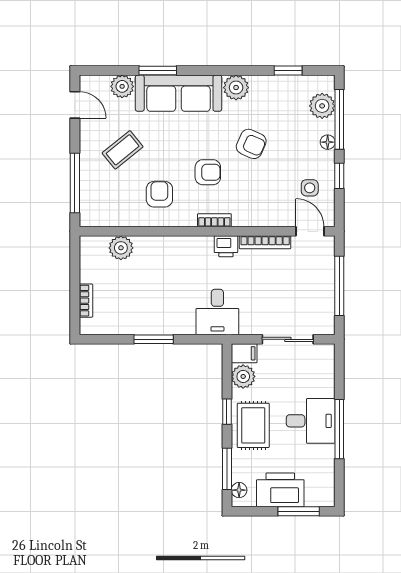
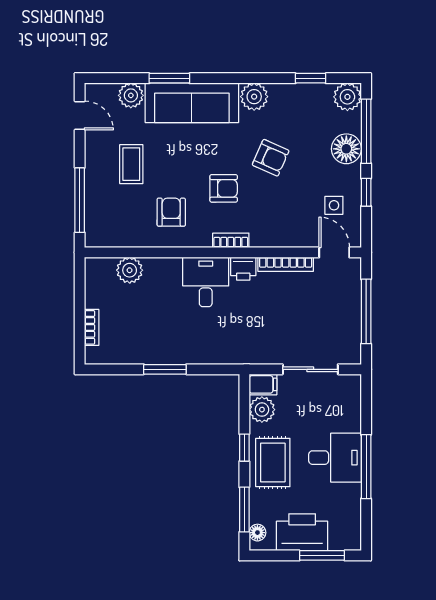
plant: (322, 106) -> (347, 97), moved
floor lamp: (328, 142) -> (346, 149), width x1.89, depth x1.89
coffee table: (123, 150) -> (131, 164), turned -51
desk: (217, 312) -> (206, 282), moved, turned 180

